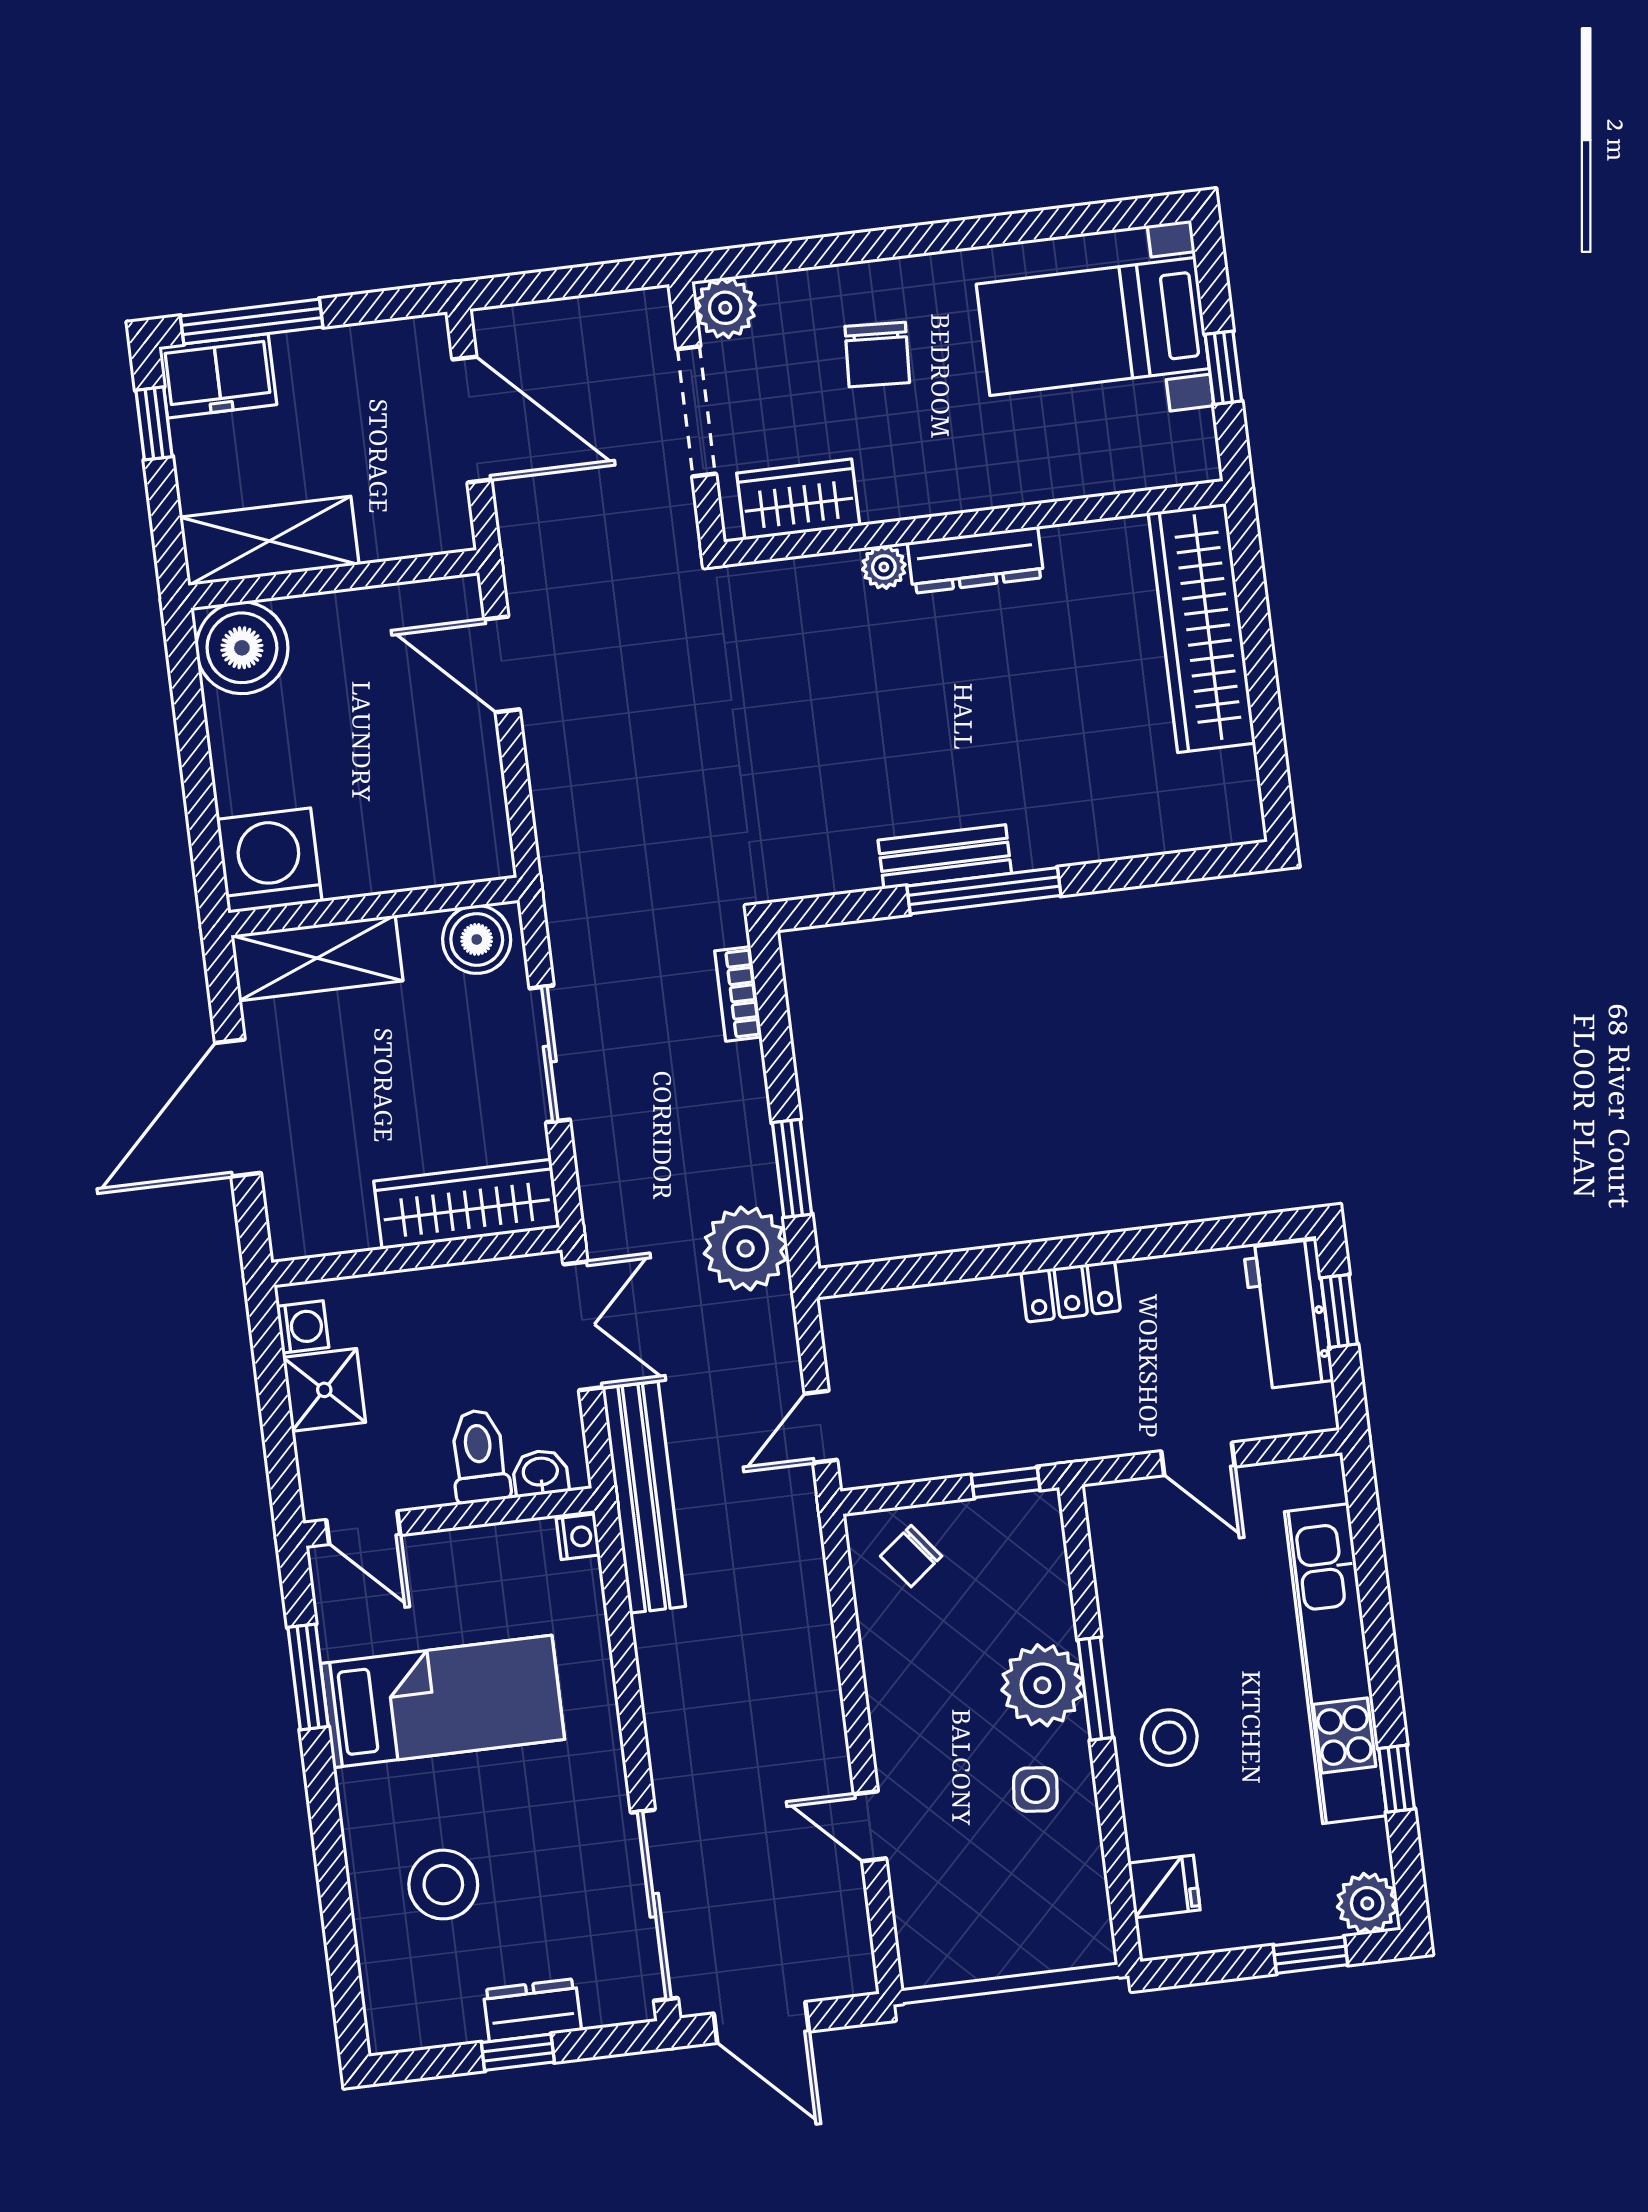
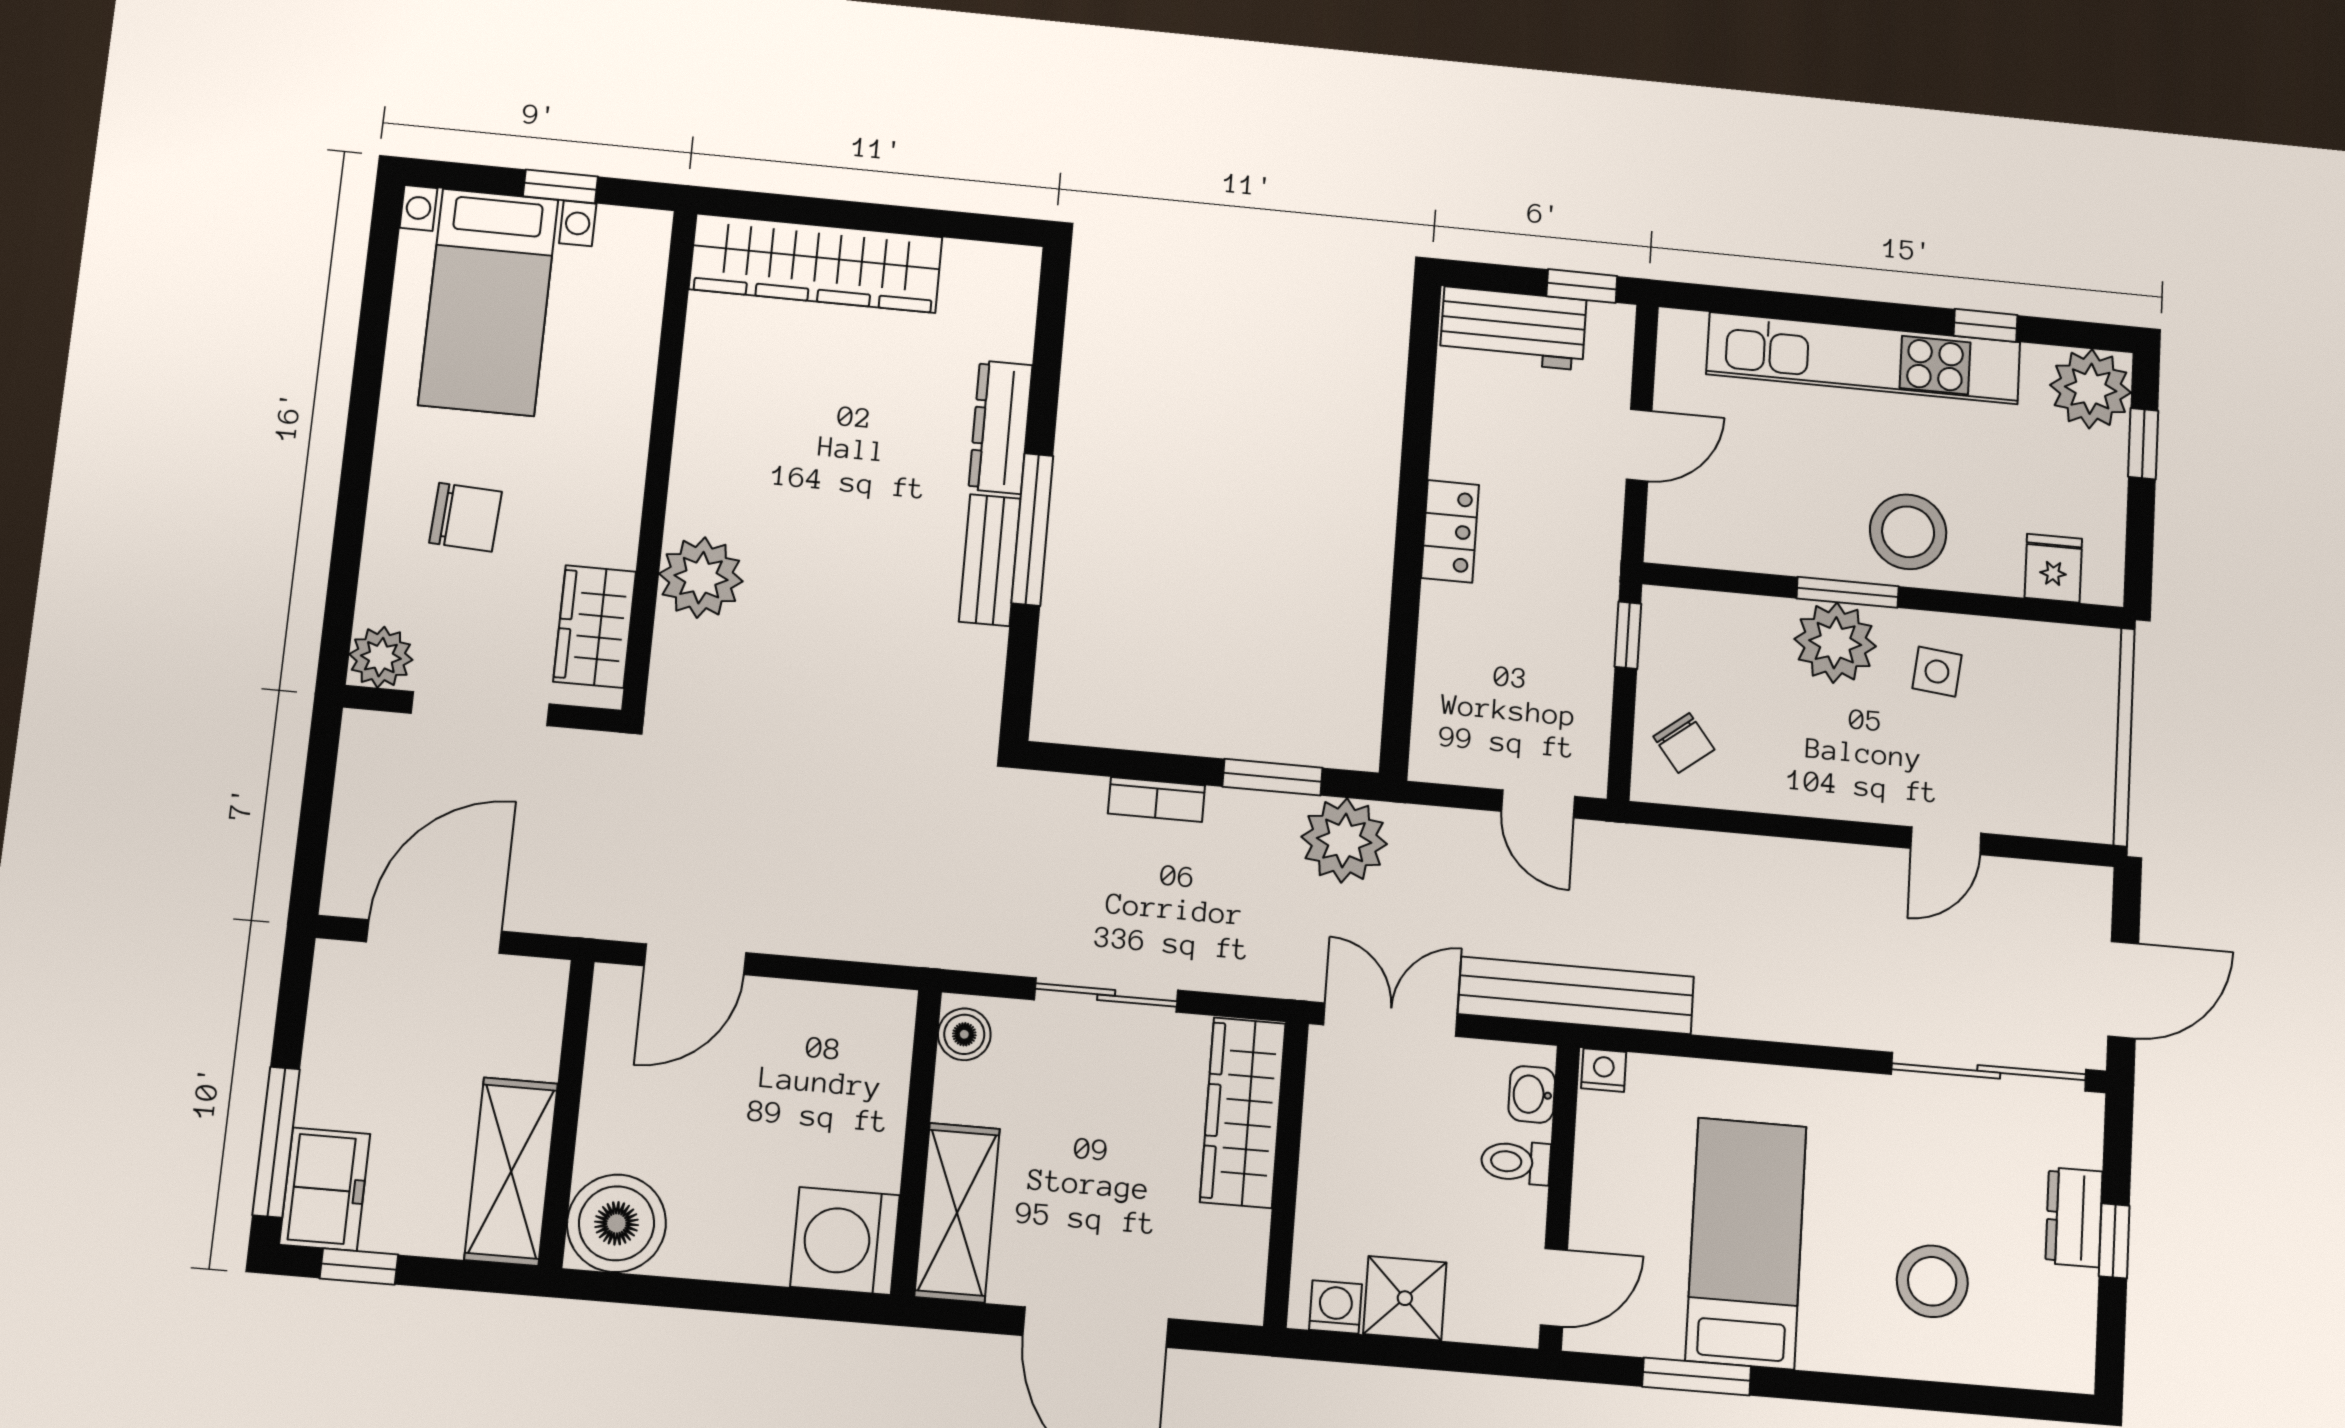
dresser: (976, 560) -> (1000, 427), moved, turned 180
plant: (884, 567) -> (701, 578), width x1.87, depth x1.87
boiler: (477, 939) -> (964, 1034), width x0.73, depth x0.73
bookcase: (738, 994) -> (1156, 799), moved
window: (1339, 1311) -> (1582, 286), moved
toilet: (479, 1456) -> (1516, 1162), width x0.73, depth x0.72
stool: (1169, 1738) -> (1908, 532), width x1.38, depth x1.38
plant: (1367, 1903) -> (2091, 389), width x1.36, depth x1.36

